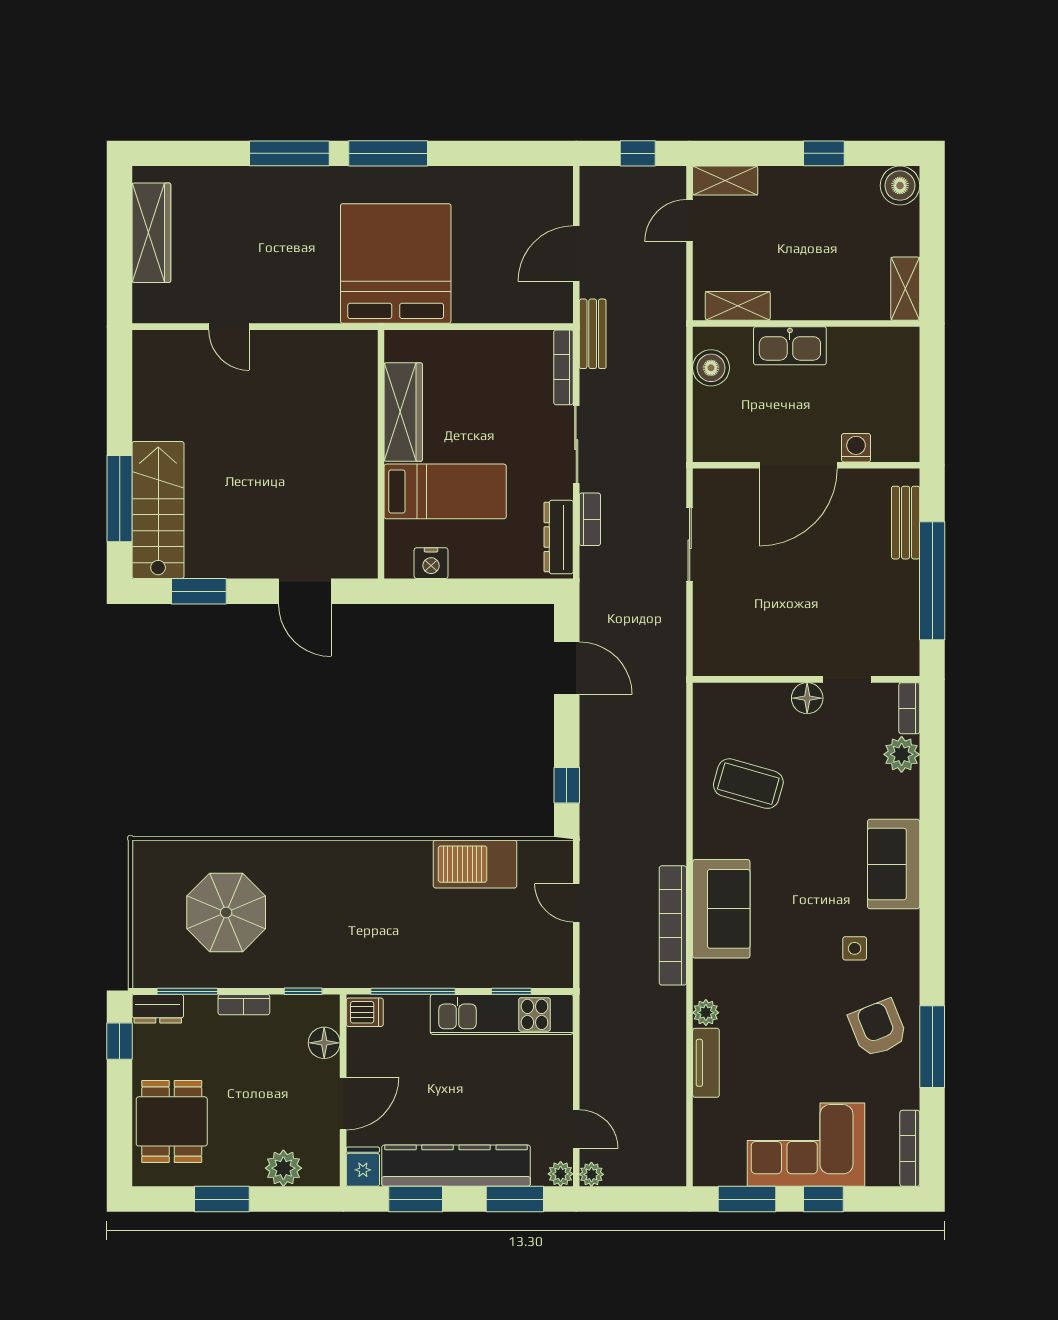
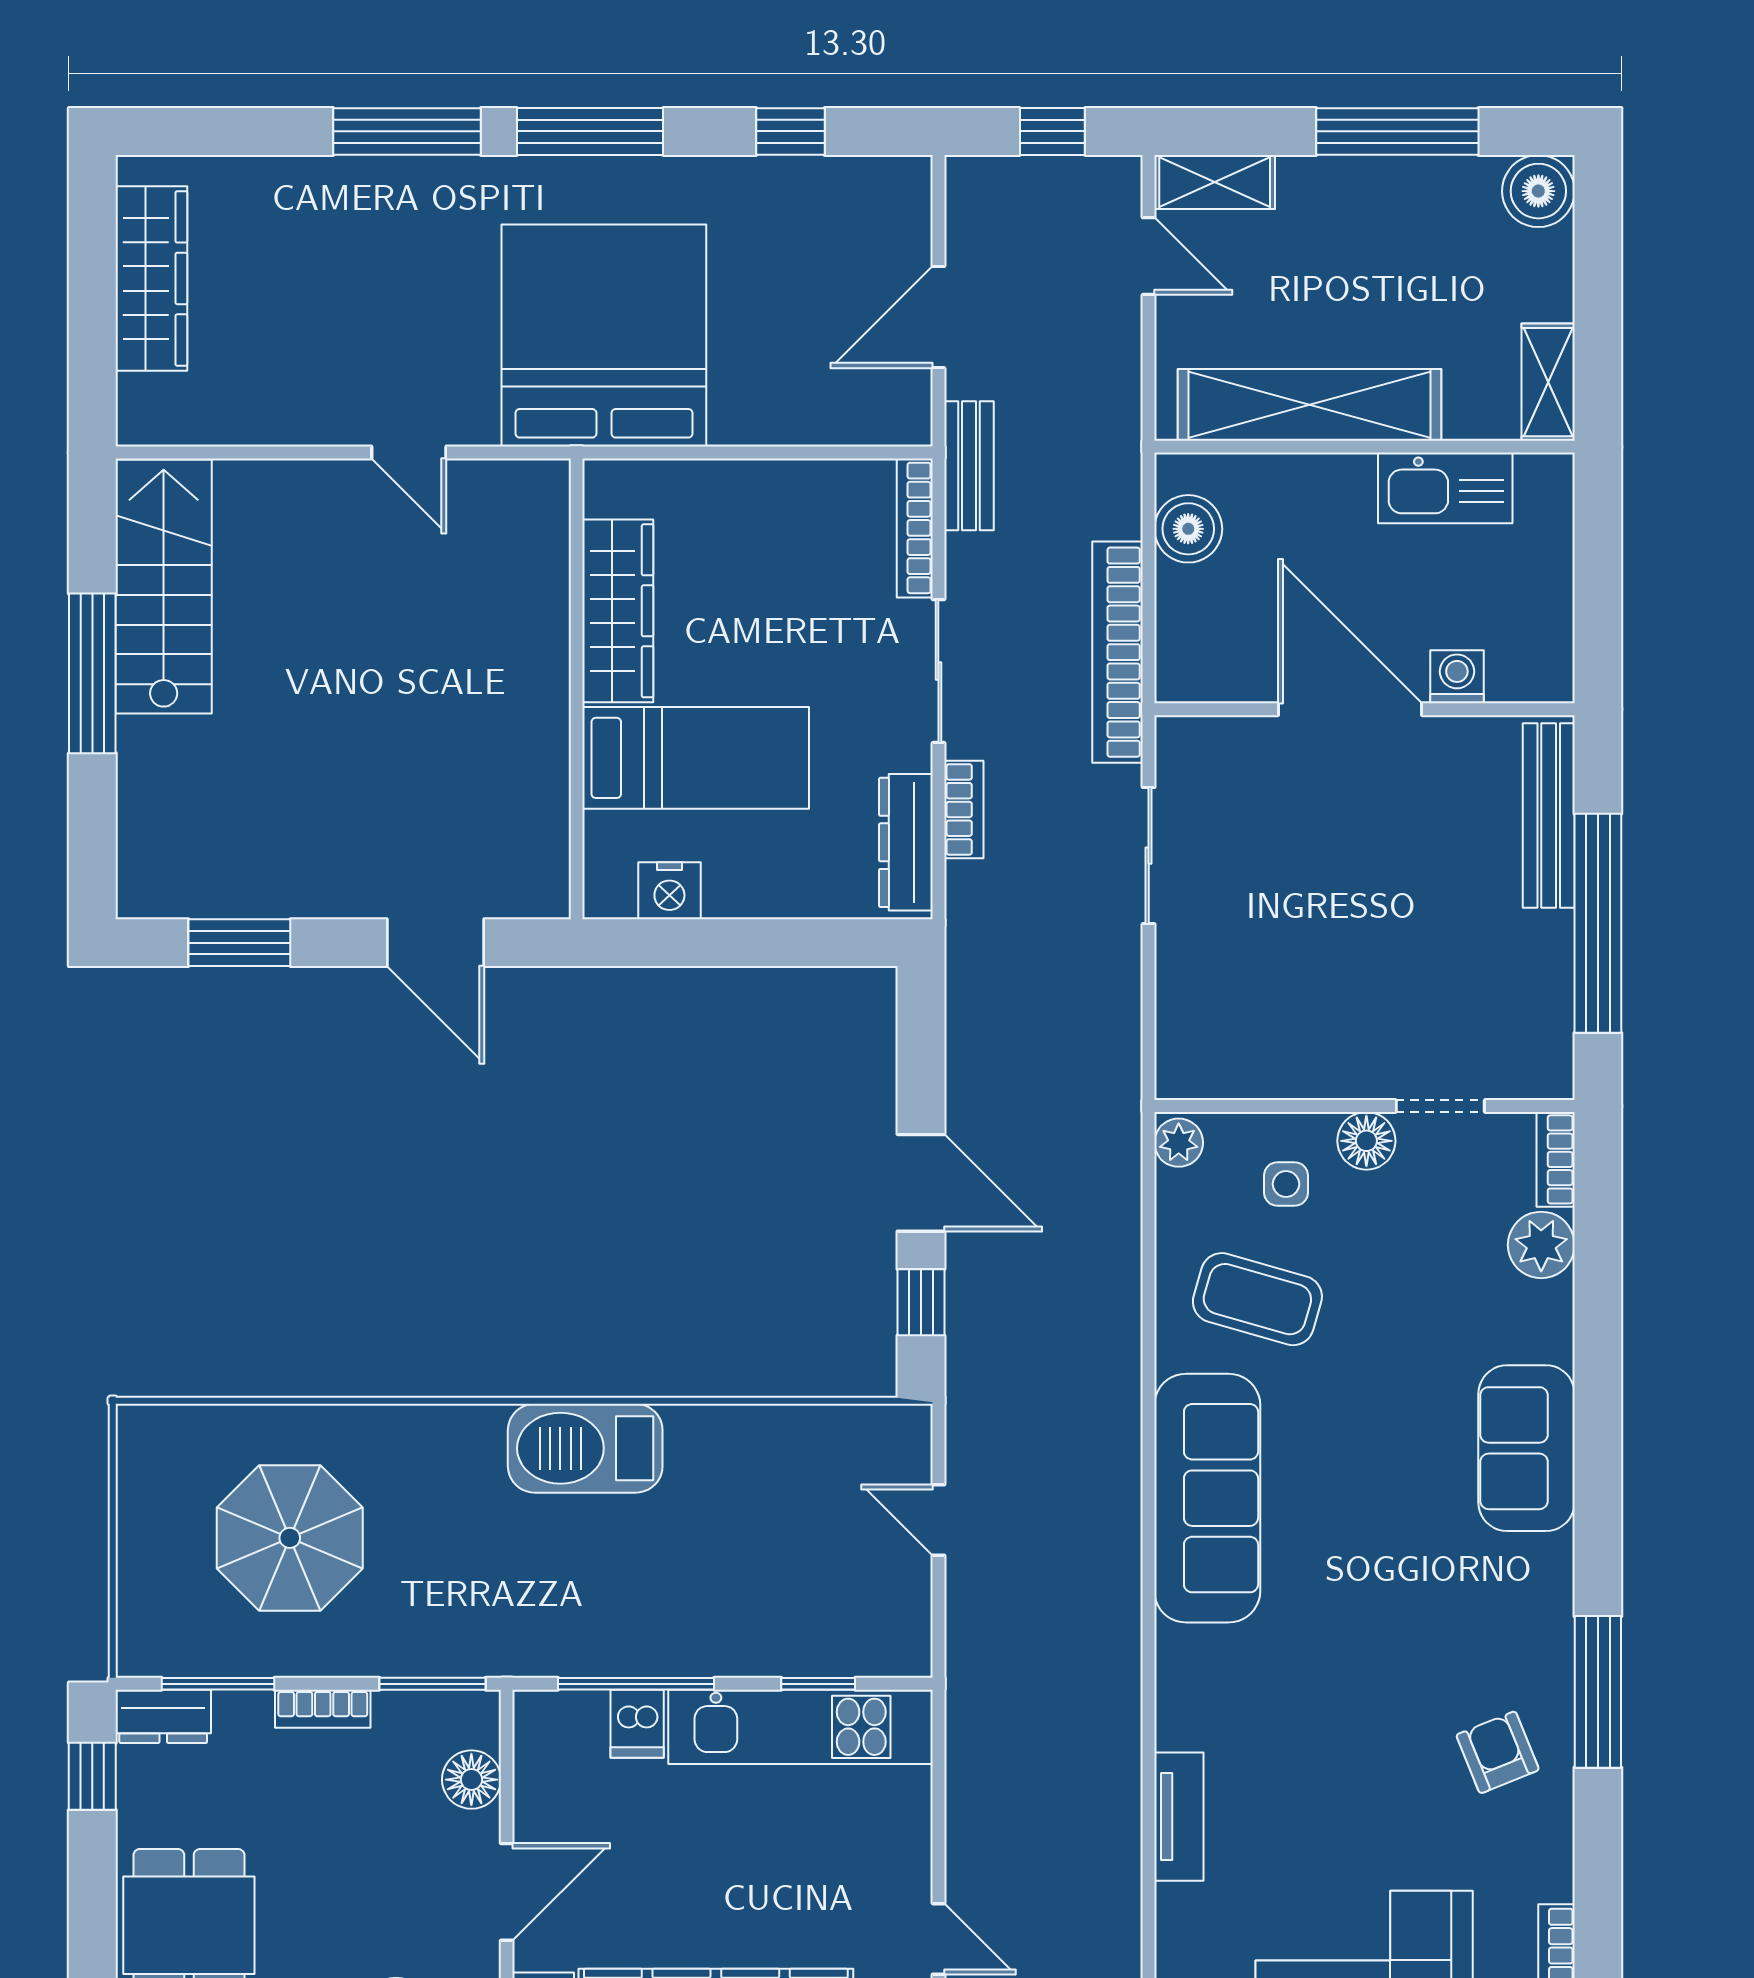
window: (496, 153) -> (790, 131), added
window: (824, 153) -> (1397, 131), width x2.17
door: (690, 221) -> (1149, 256), swing flipped
shelving: (738, 306) -> (1310, 405), width x2.20, depth x1.33
door: (229, 327) -> (409, 452), moved
kitchen sink: (790, 346) -> (1445, 488), moved
door: (798, 465) -> (1350, 709), swing flipped
window: (120, 499) -> (92, 673), moved
stairs: (158, 510) -> (164, 587), moved
bench: (906, 523) -> (1549, 816), width x1.36
door: (567, 668) -> (921, 1183), moved
barbecue: (475, 864) -> (585, 1448), moved
sofa: (721, 909) -> (1207, 1498), width x1.36
bookcase: (673, 925) -> (1118, 652), moved
side table: (855, 948) -> (1286, 1184), moved
window: (303, 991) -> (433, 1684), width x1.50
dishwasher: (365, 1012) -> (637, 1724), moved, turned 90
plant: (706, 1013) -> (1179, 1143), moved
armchair: (878, 1028) -> (1498, 1752), width x0.72, depth x0.72
window: (932, 1047) -> (1598, 1692), moved

